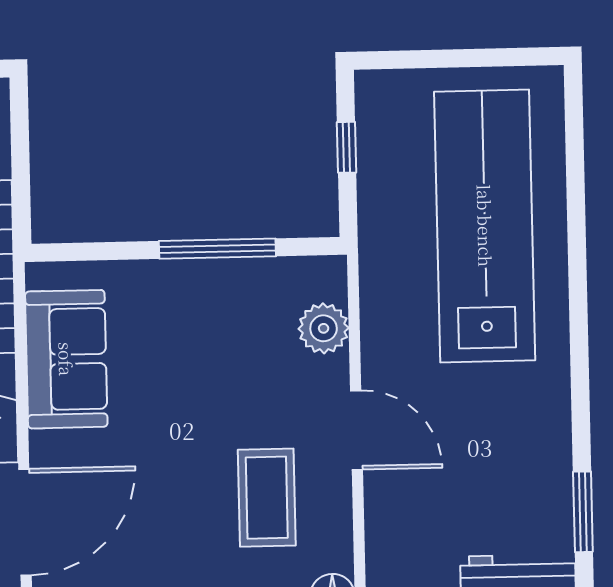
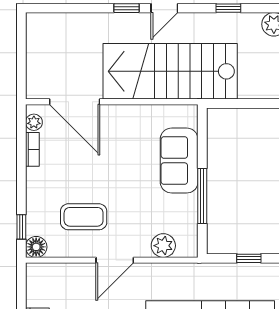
sofa: (66, 359) -> (179, 161), moved, turned 90

